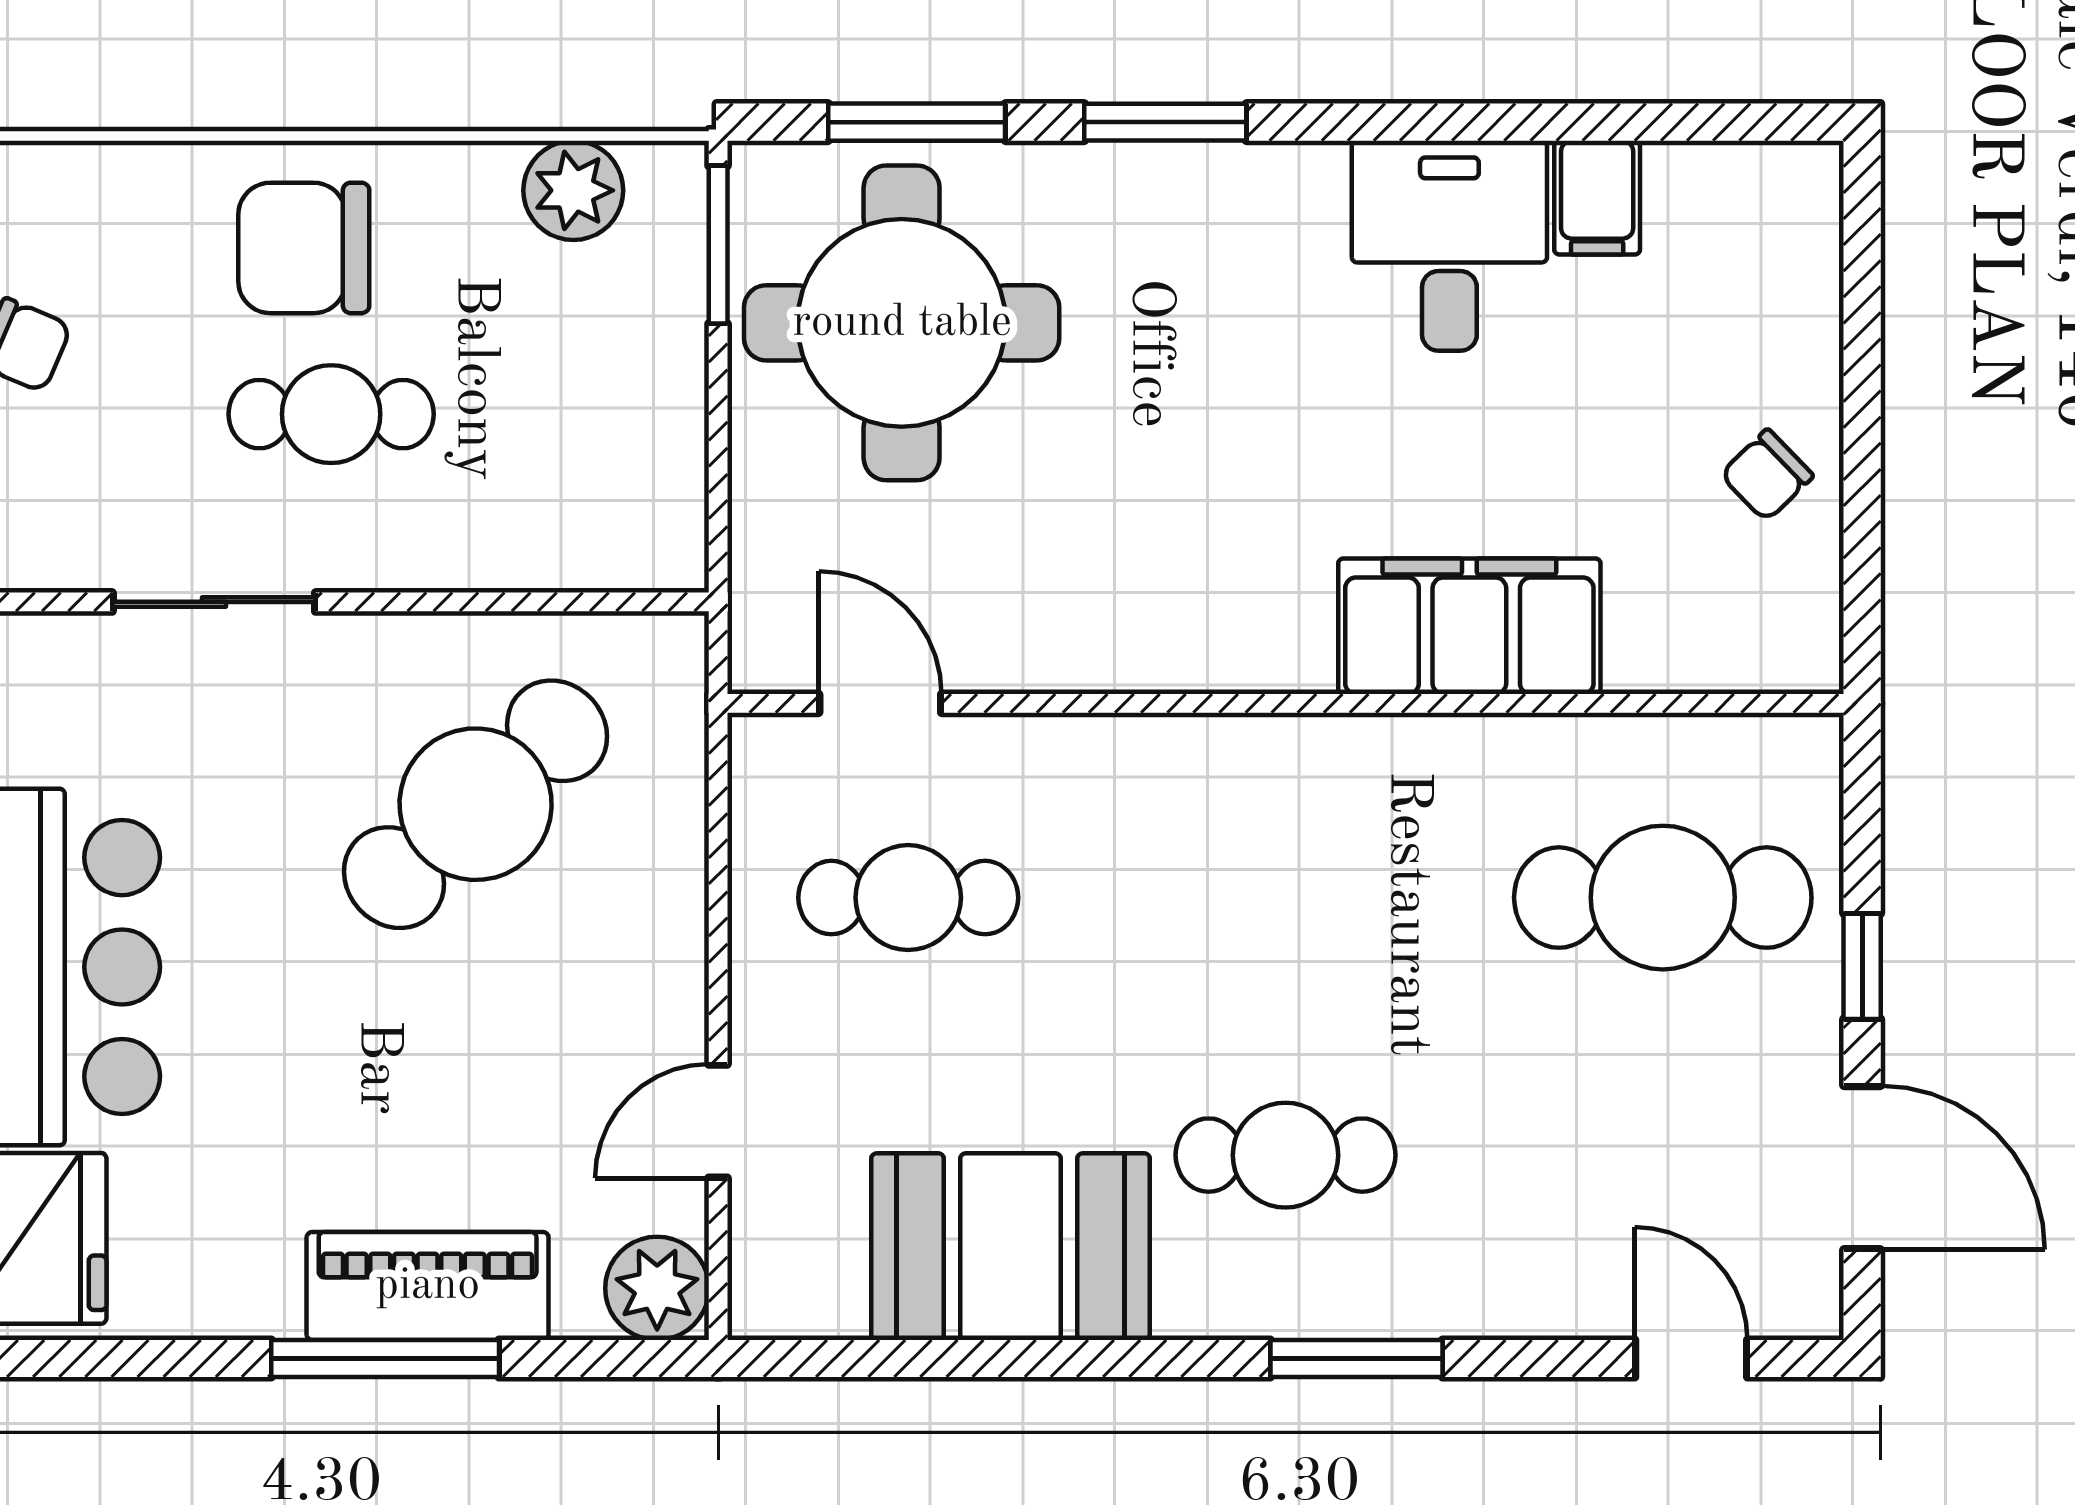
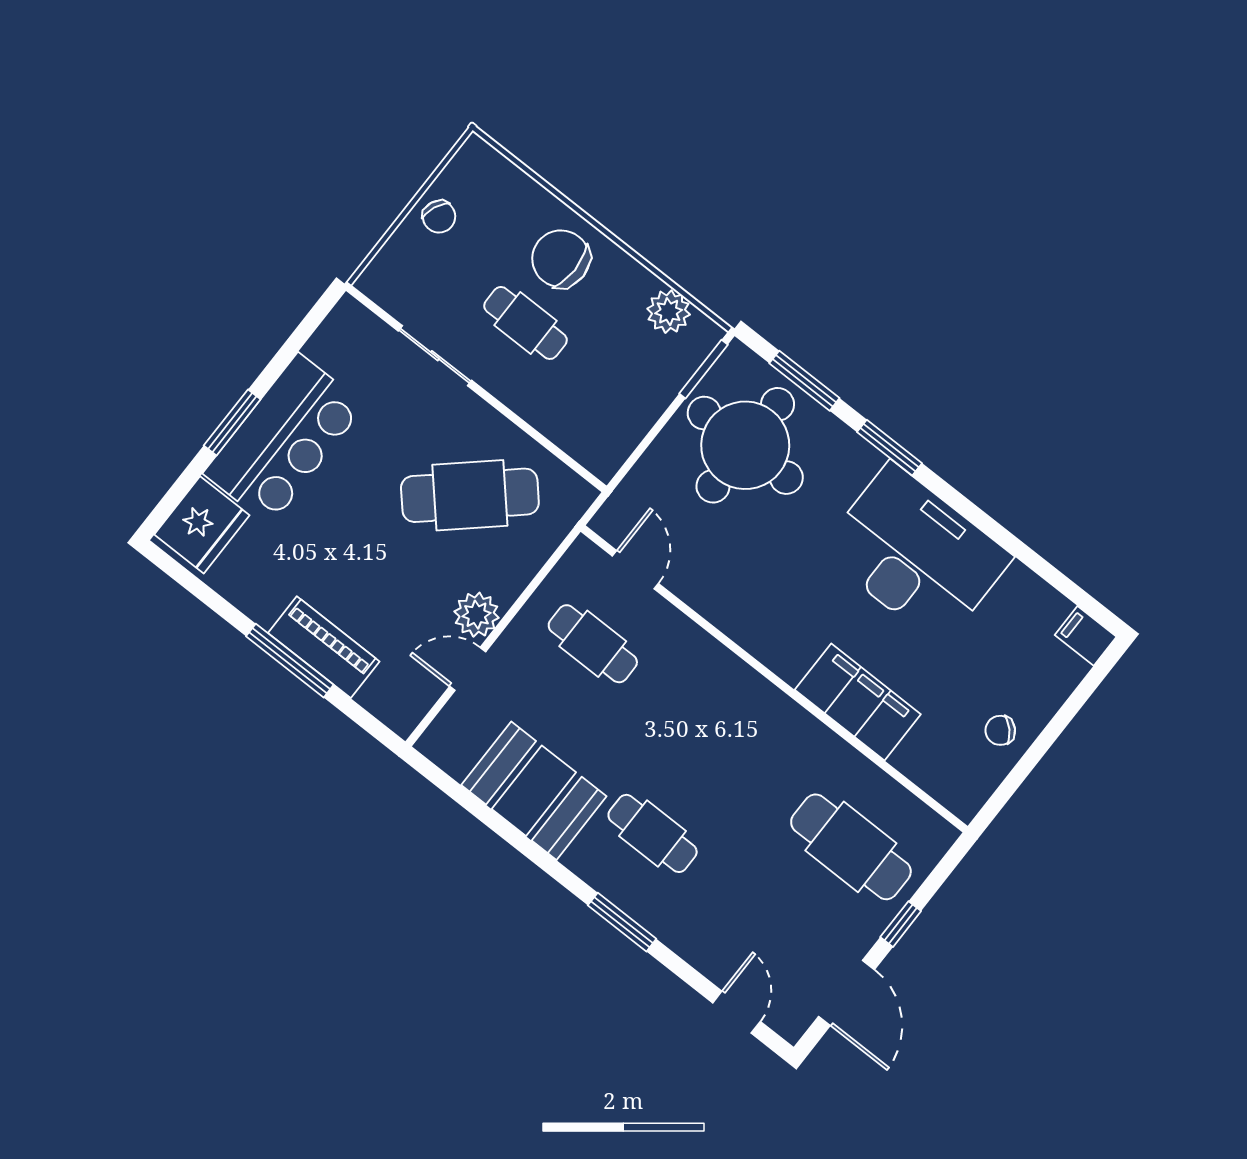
filing cabinet: (1597, 198) -> (1086, 636), moved, turned 90
desk: (1449, 246) -> (916, 554), width x1.87, depth x1.30
plant: (657, 1288) -> (477, 615), moved

